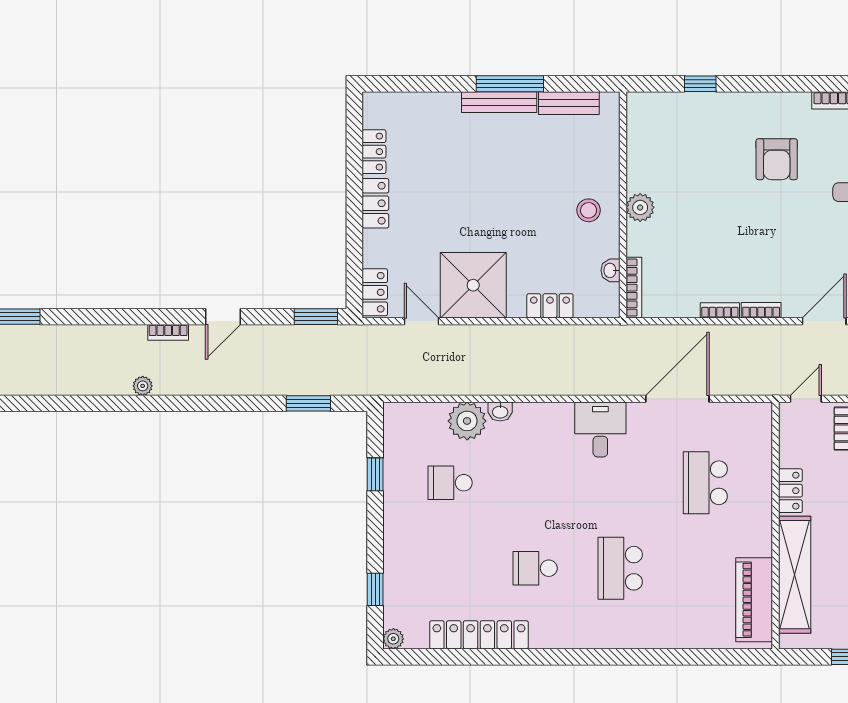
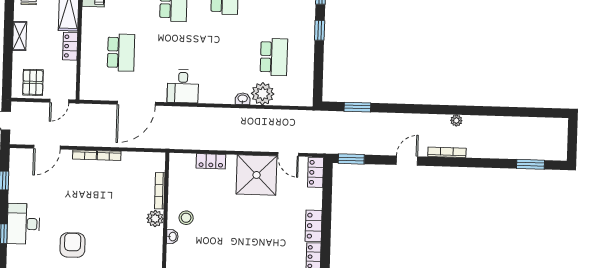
washbasin: (610, 270) -> (172, 237), moved
bookcase: (634, 288) -> (160, 191), moved
bookcase: (168, 332) -> (447, 152), width x1.56
window: (375, 474) -> (320, 30), moved
school desk: (450, 483) -> (274, 57), width x1.85

